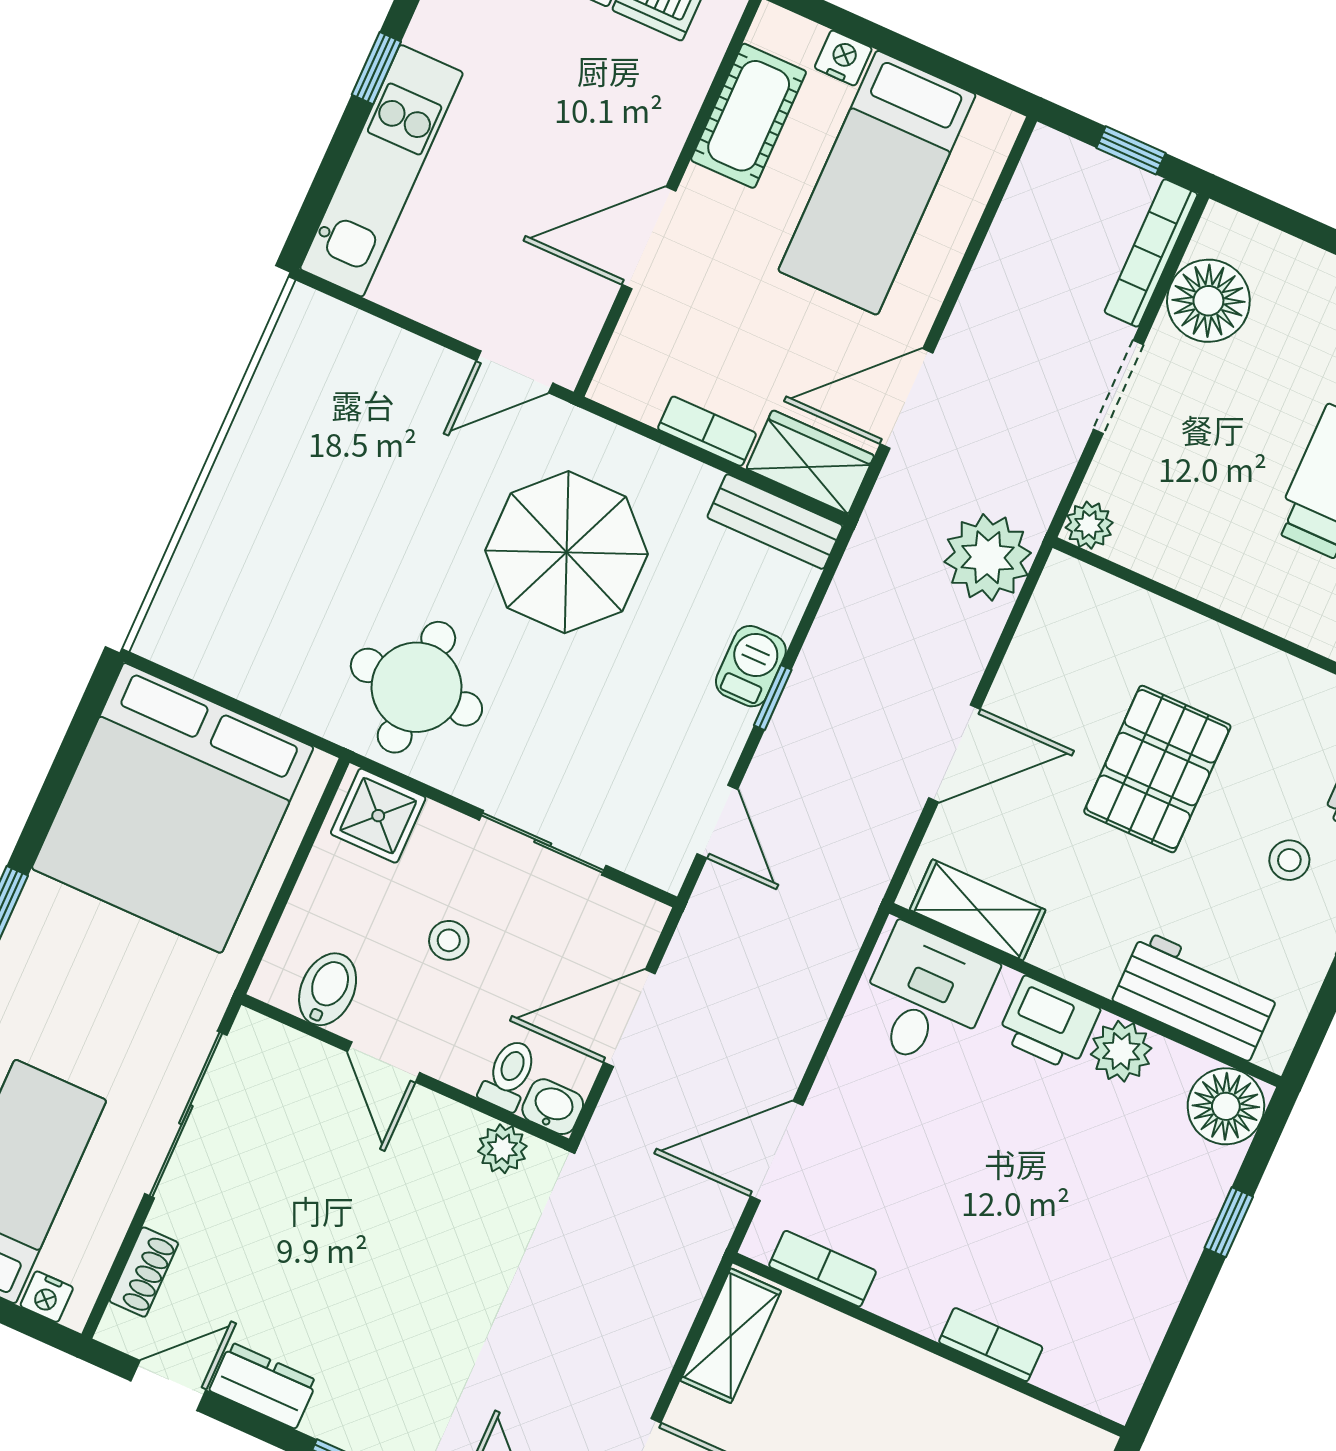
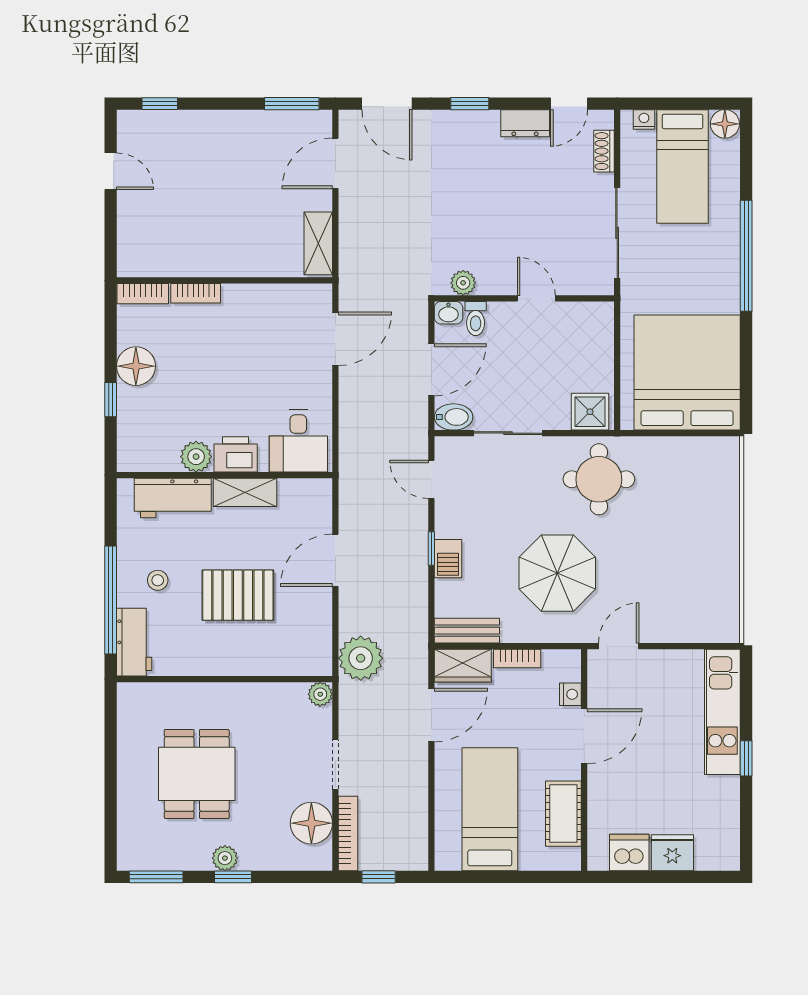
nightstand: (843, 58) -> (570, 694), moved, turned -90
pallet: (1157, 769) -> (238, 595), turned 90
shelving: (978, 910) -> (245, 492), moved
stool: (449, 940) -> (531, 368), removed
bidet: (328, 989) -> (454, 417), moved, turned -90
floor lamp: (1226, 1106) -> (136, 366), moved
bookcase: (822, 1269) -> (143, 294), moved

